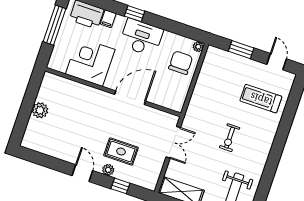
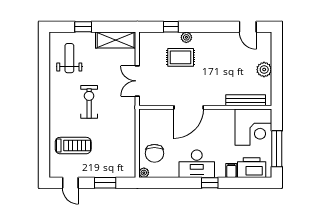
corner desk: (90, 62) -> (253, 127), moved
bench: (69, 85) -> (246, 100), added
exercise bike: (230, 138) -> (89, 102), width x1.38, depth x1.39
door: (82, 173) -> (248, 27), moved

